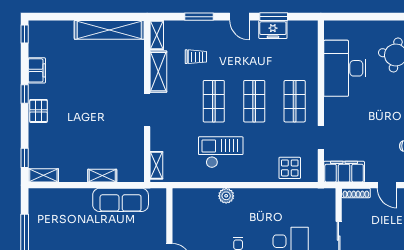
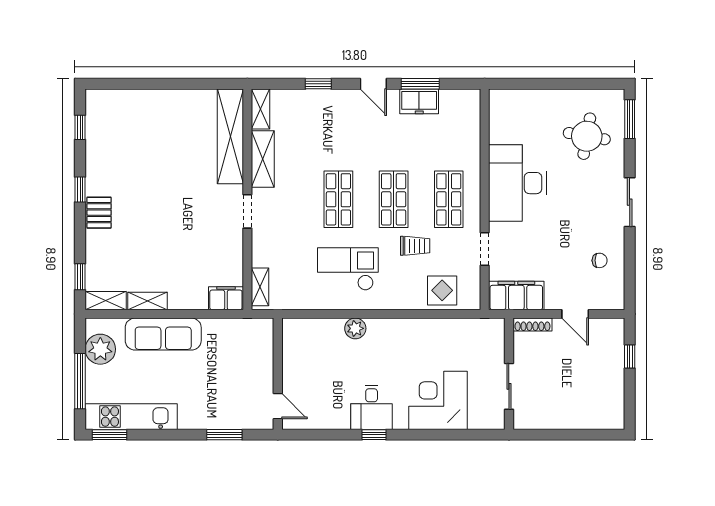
window: (199, 17) -> (318, 84), width x0.67
shelving: (109, 30) -> (230, 136), moved, turned 90
window: (25, 34) -> (80, 127), moved
trolley: (196, 57) -> (415, 246), moved
desk: (345, 68) -> (517, 183), moved
filing cabinet: (37, 70) -> (226, 298), moved, turned -90
doorway: (147, 110) -> (247, 211), width x0.73
shelving: (102, 176) -> (147, 301), moved
sofa: (121, 200) -> (163, 334), moved
plant: (39, 211) -> (100, 349), added

